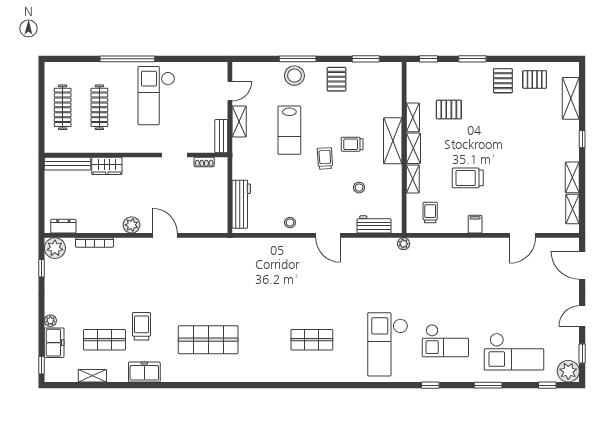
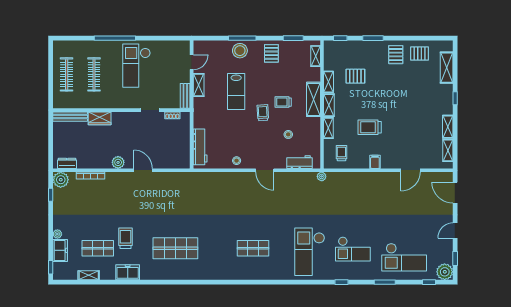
shelving: (396, 83) -> (316, 56), added

